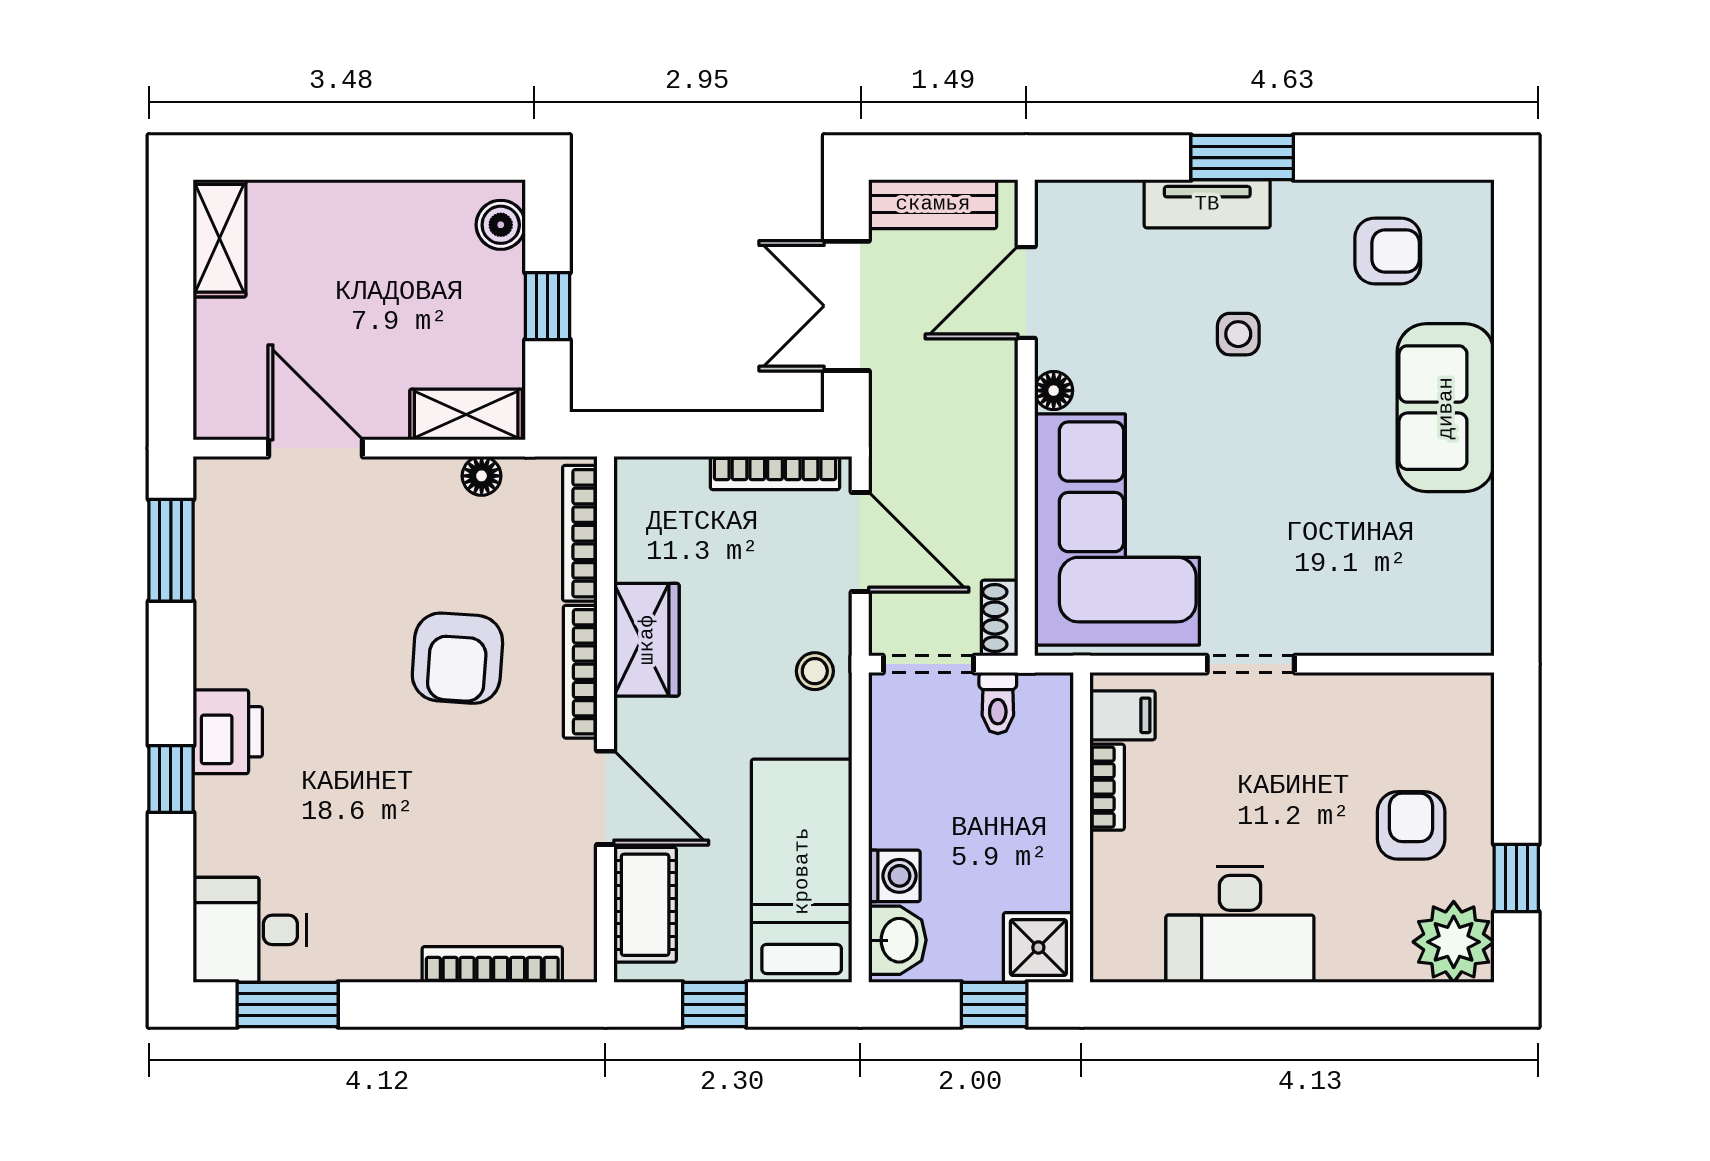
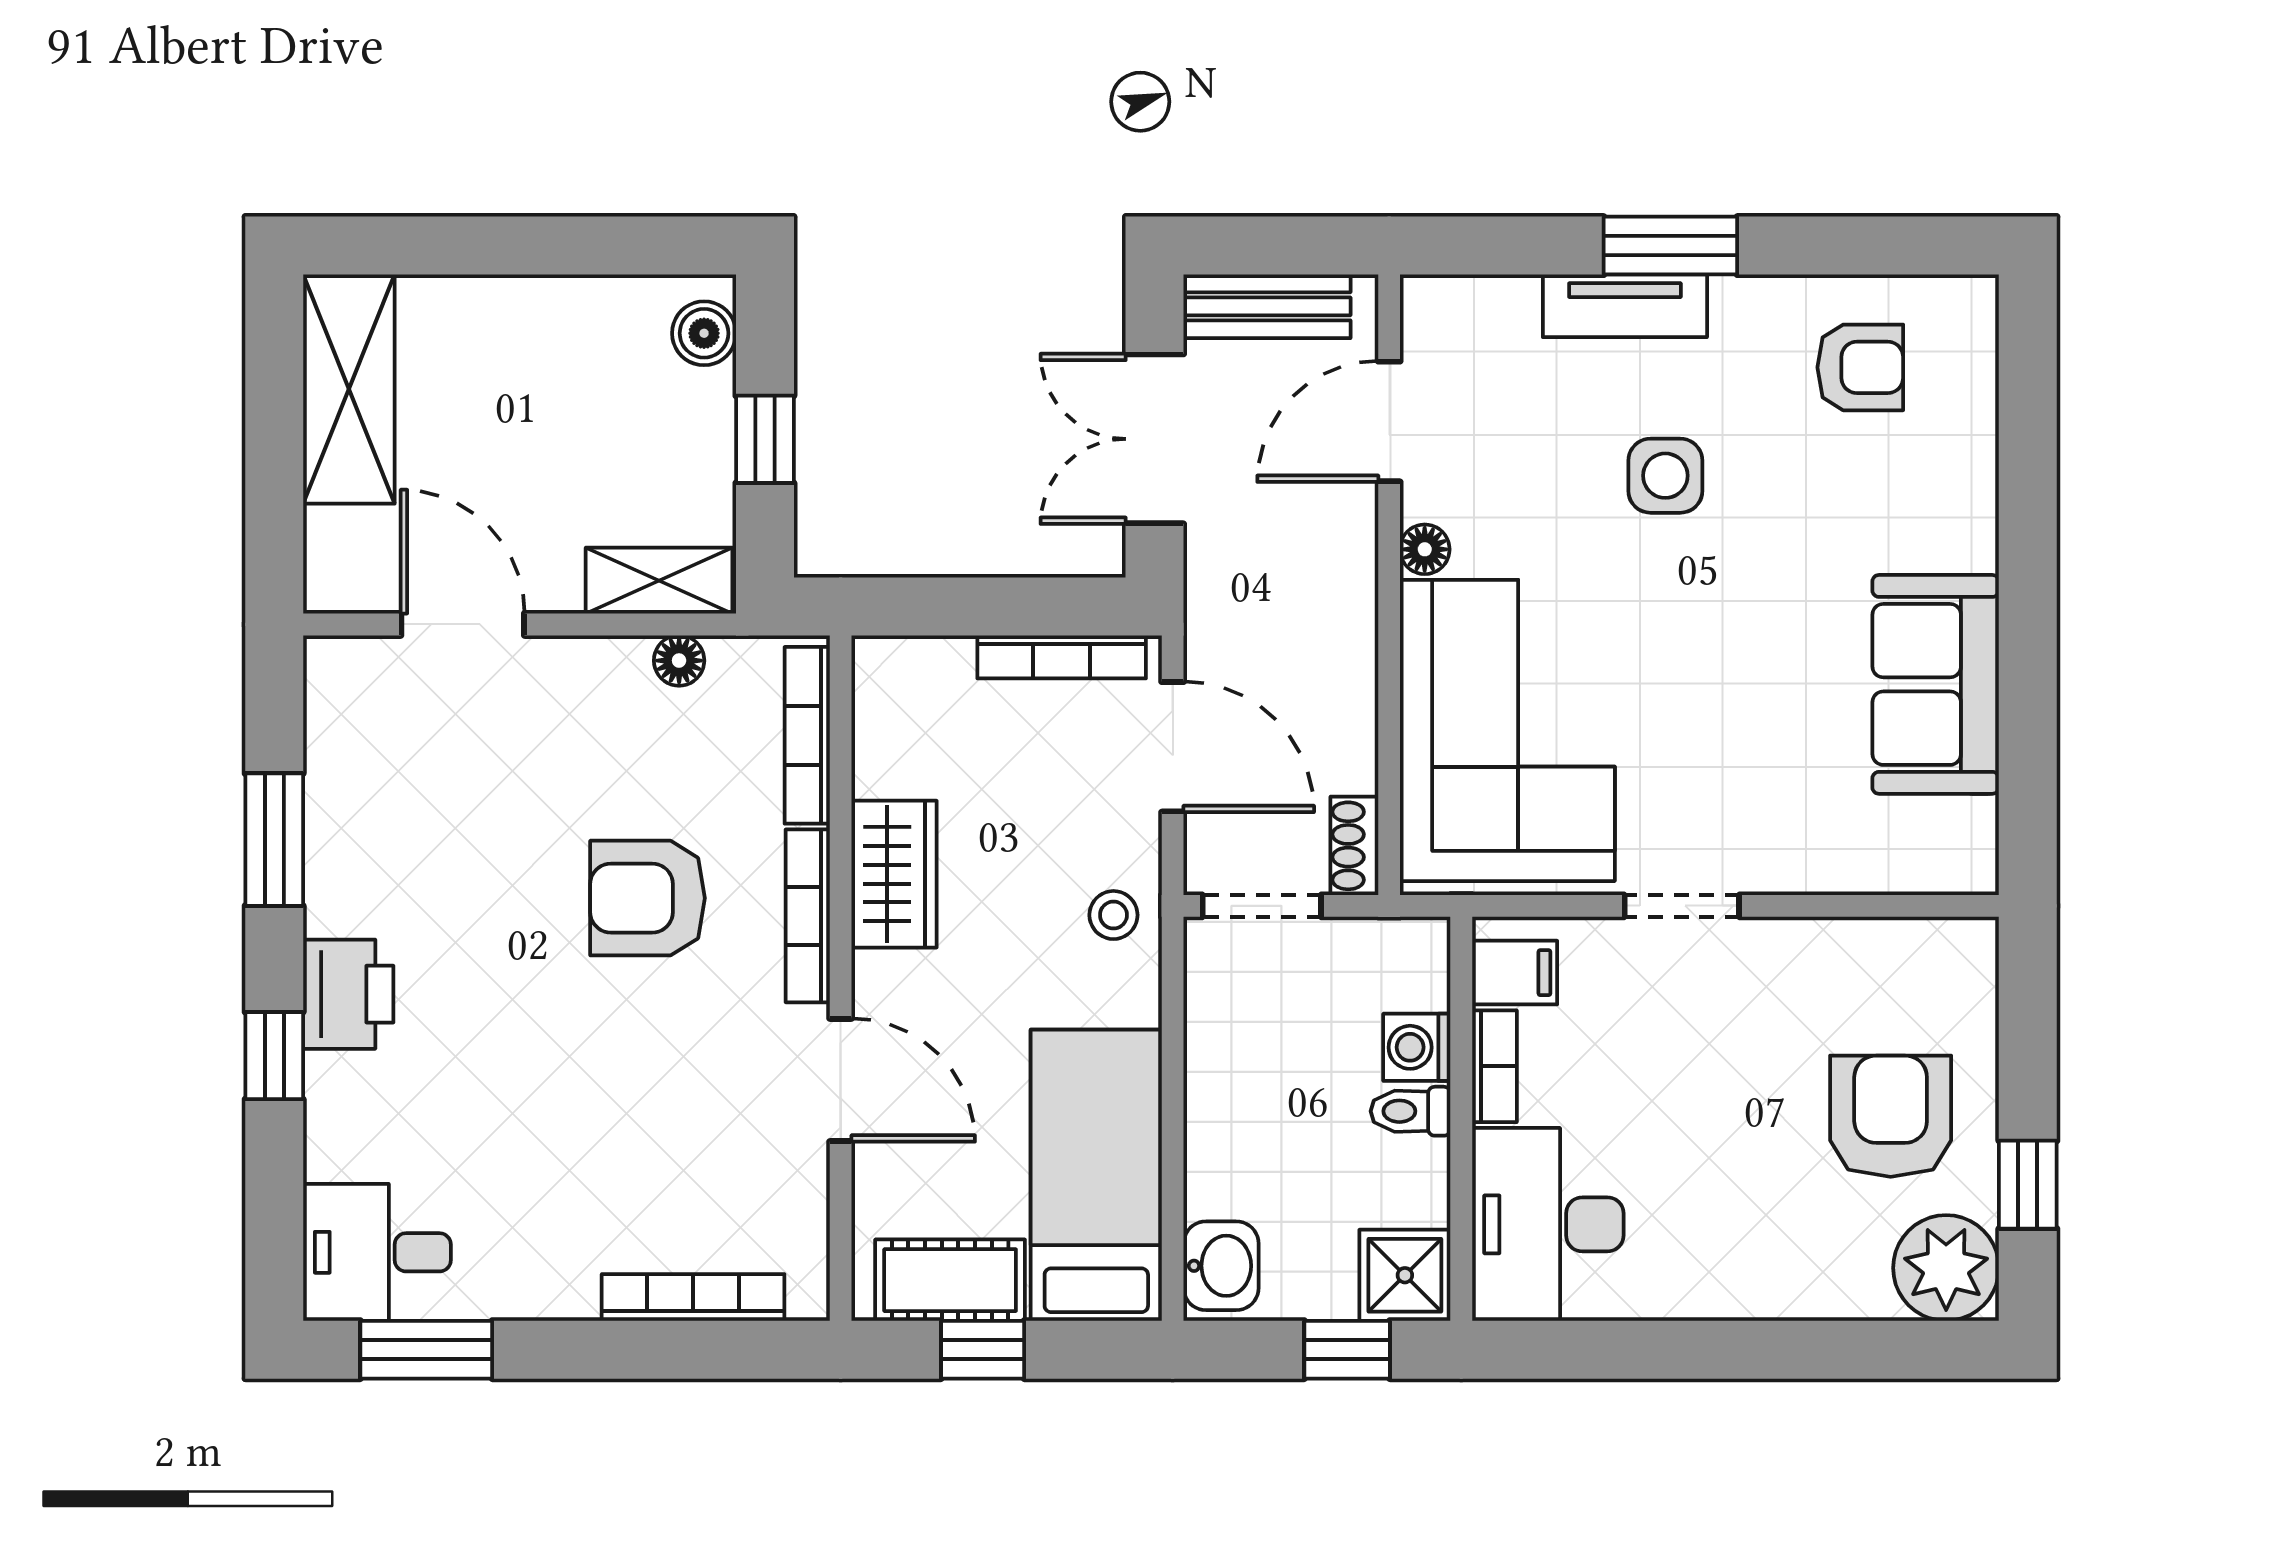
shelving: (219, 238) -> (349, 389), width x1.50, depth x1.33
side table: (1238, 334) -> (1665, 476), width x1.37, depth x1.37
sofa: (1446, 408) -> (1936, 684), moved
window: (171, 550) -> (274, 840), moved
armchair: (457, 658) -> (648, 898), turned 86
toilet: (998, 703) -> (1411, 1111), moved, turned 90
armchair: (1411, 825) -> (1891, 1116), width x1.38, depth x1.38
washing machine: (894, 876) -> (1417, 1047), moved, turned 180
cot: (645, 905) -> (950, 1280), moved, turned 90
desk: (1240, 924) -> (1548, 1224), moved, turned 90

